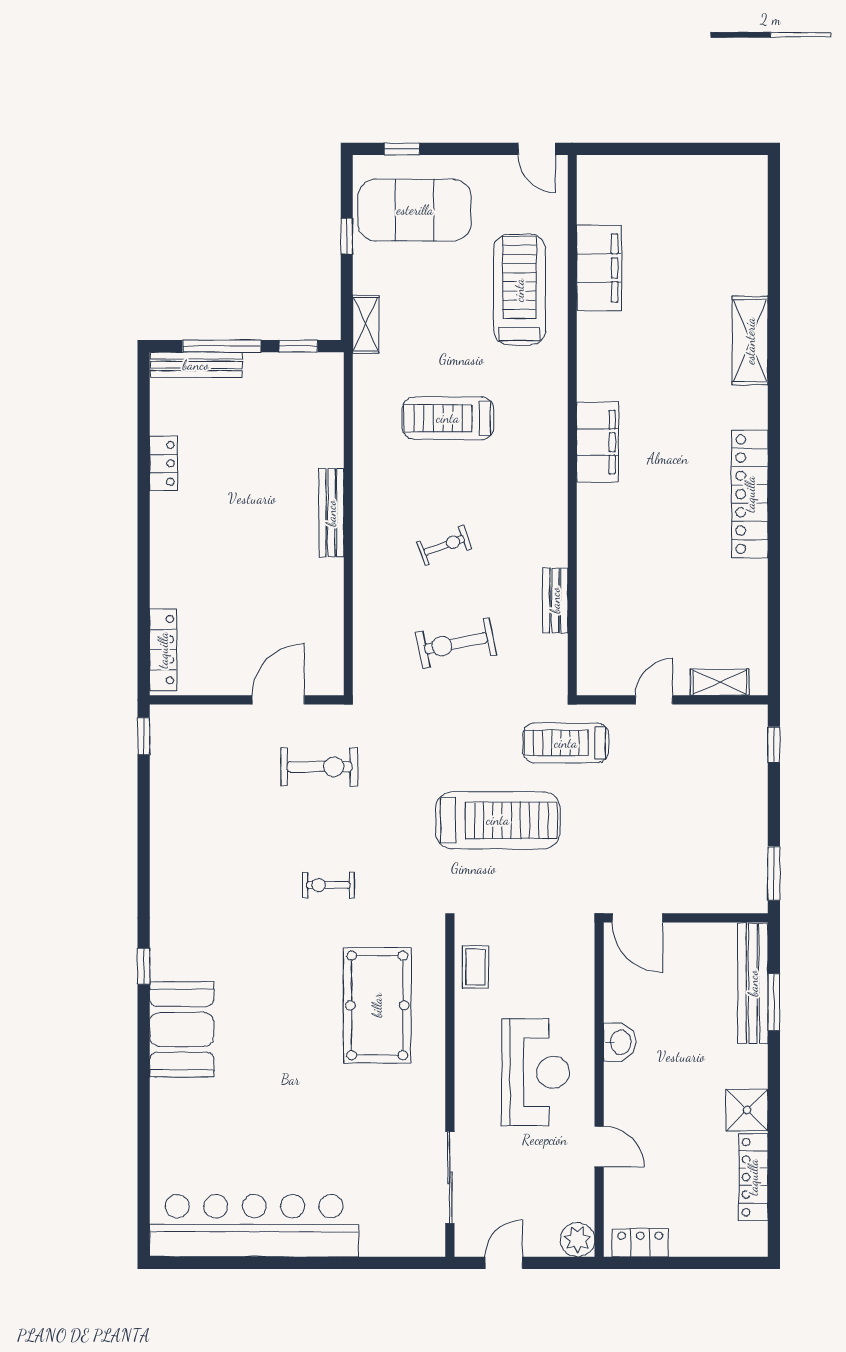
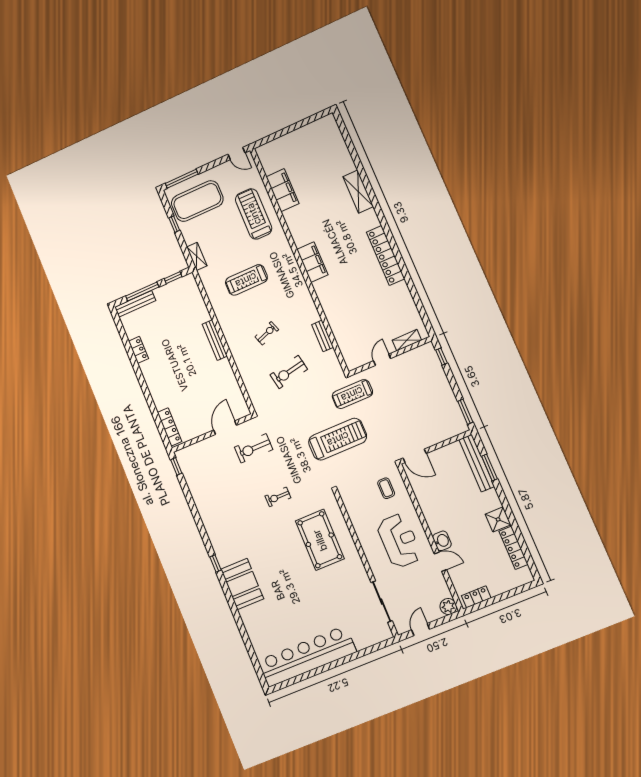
window: (402, 149) -> (182, 179), width x2.17
exercise bike: (319, 767) -> (254, 448), turned 180
coffee table: (475, 967) -> (386, 488), moved
washbasin: (620, 1042) -> (442, 541), moved

